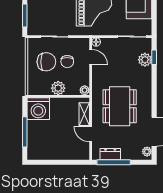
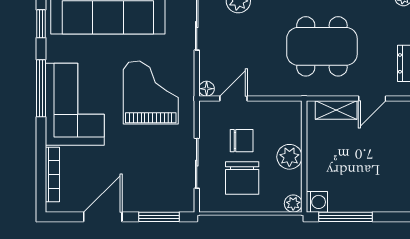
chair: (46, 62) -> (242, 178), turned 180
plant: (85, 90) -> (293, 204), moved
washing machine: (38, 109) -> (317, 202), width x0.53, depth x0.53
window: (25, 132) -> (346, 217), moved

